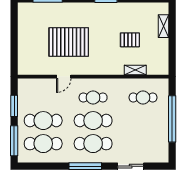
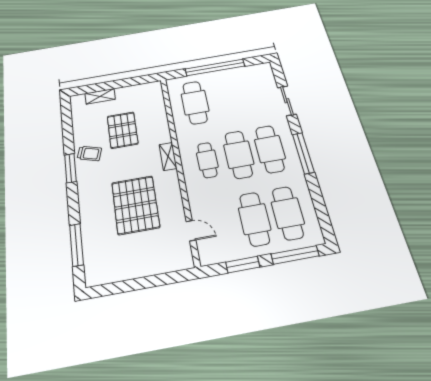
trolley: (115, 14) -> (89, 154), added
pallet: (130, 40) -> (123, 130), width x1.50, depth x1.42
shelving: (135, 70) -> (168, 156), moved
door: (64, 77) -> (191, 231), moved
cafe table: (143, 97) -> (195, 103), width x1.37, depth x1.35

